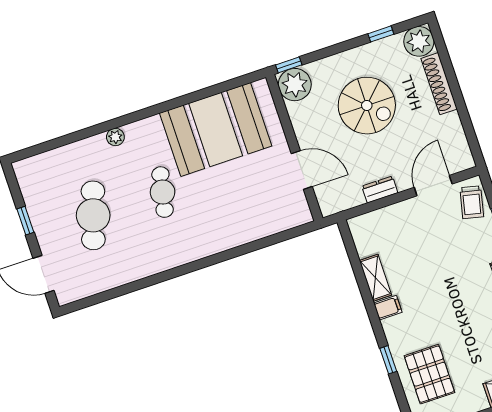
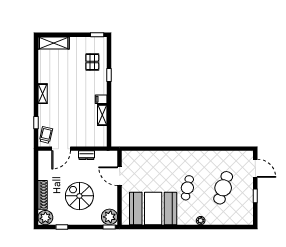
pallet: (429, 374) -> (92, 62), width x0.67, depth x0.71

